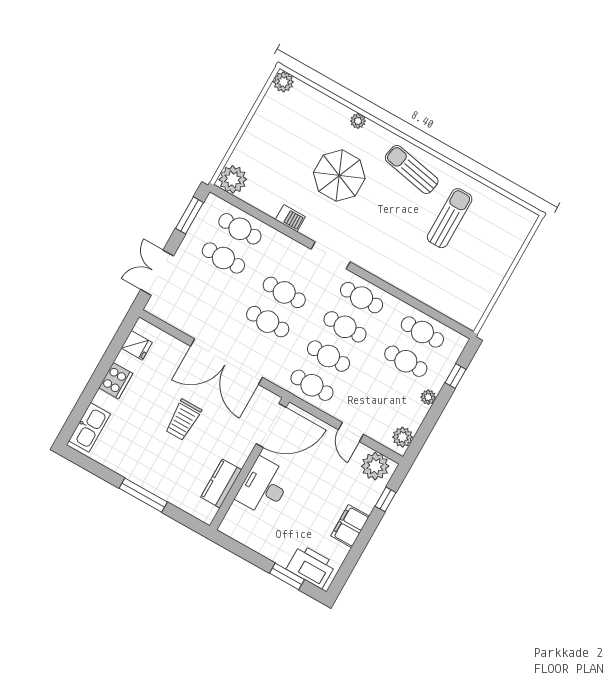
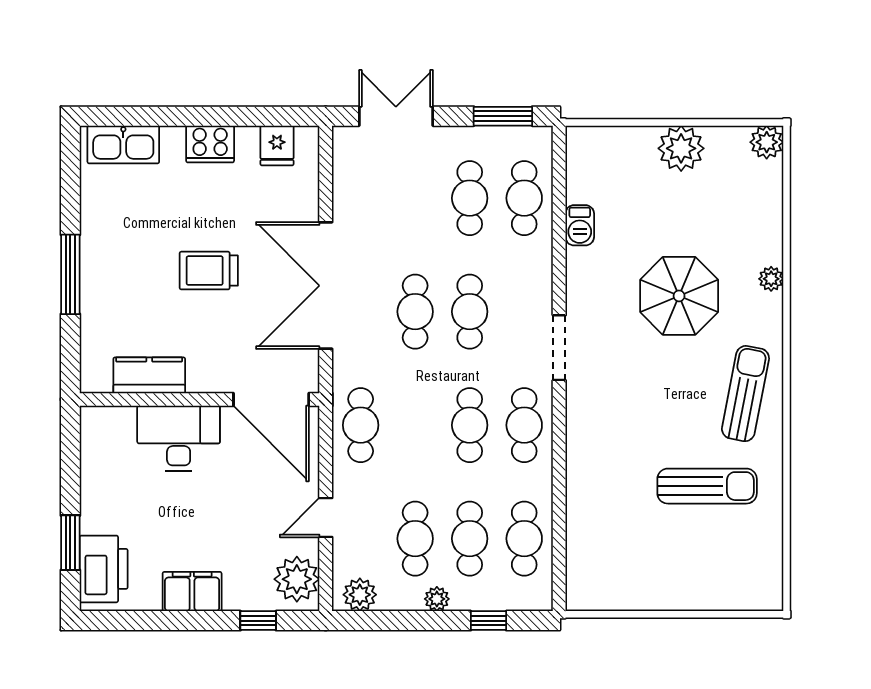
plant: (233, 179) -> (681, 148), moved
barbecue: (290, 218) -> (580, 225), moved
cafe table: (328, 356) -> (415, 539), moved

